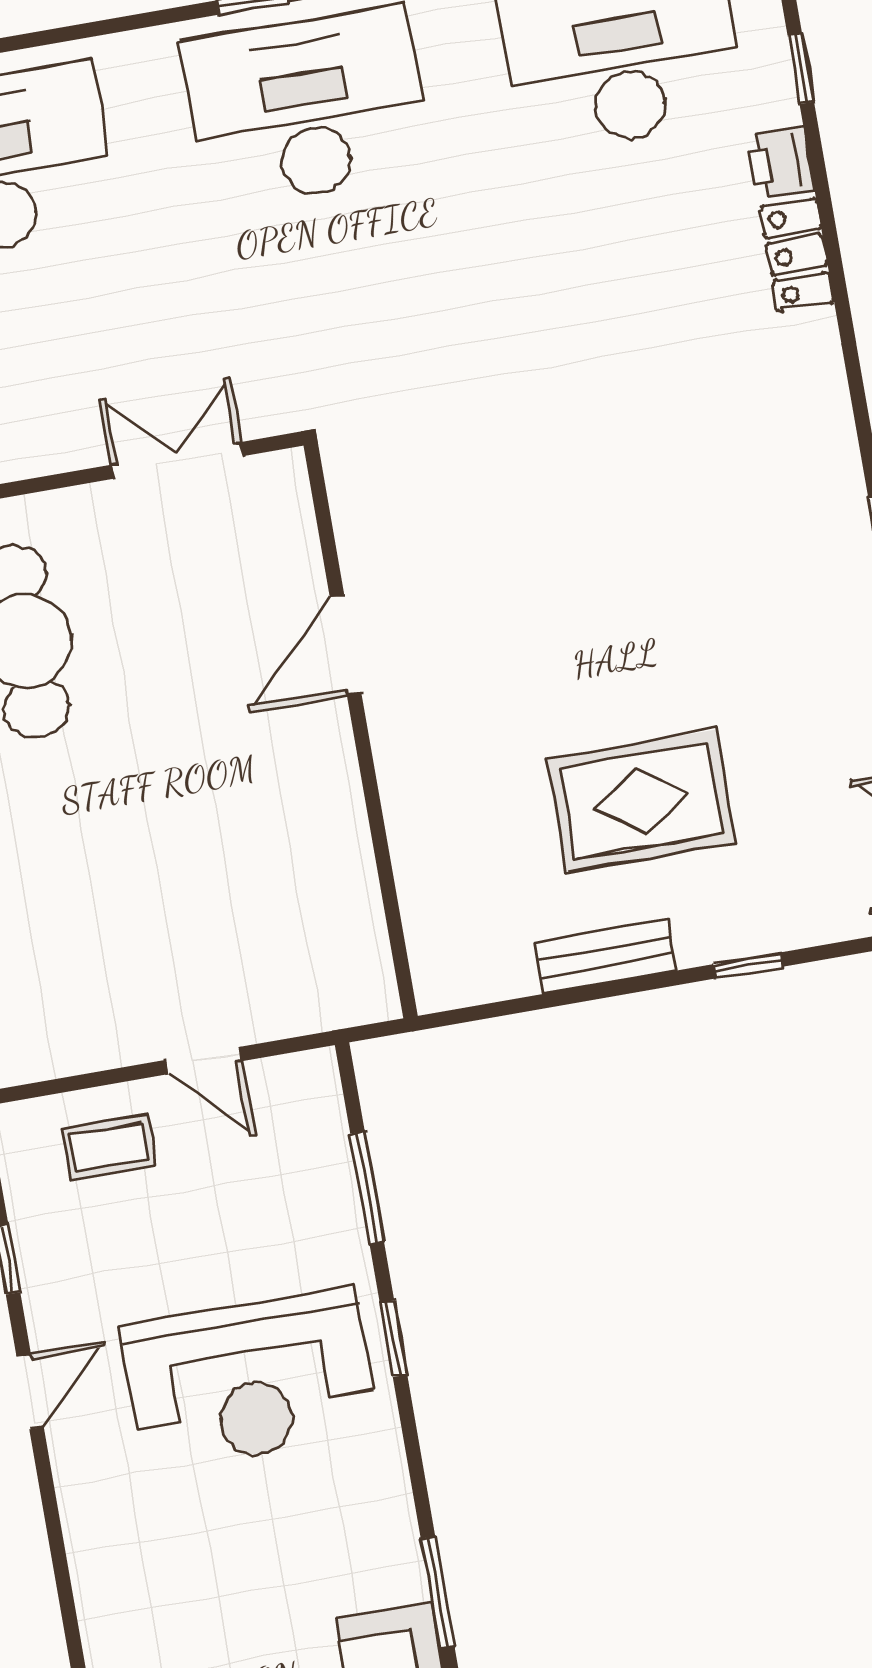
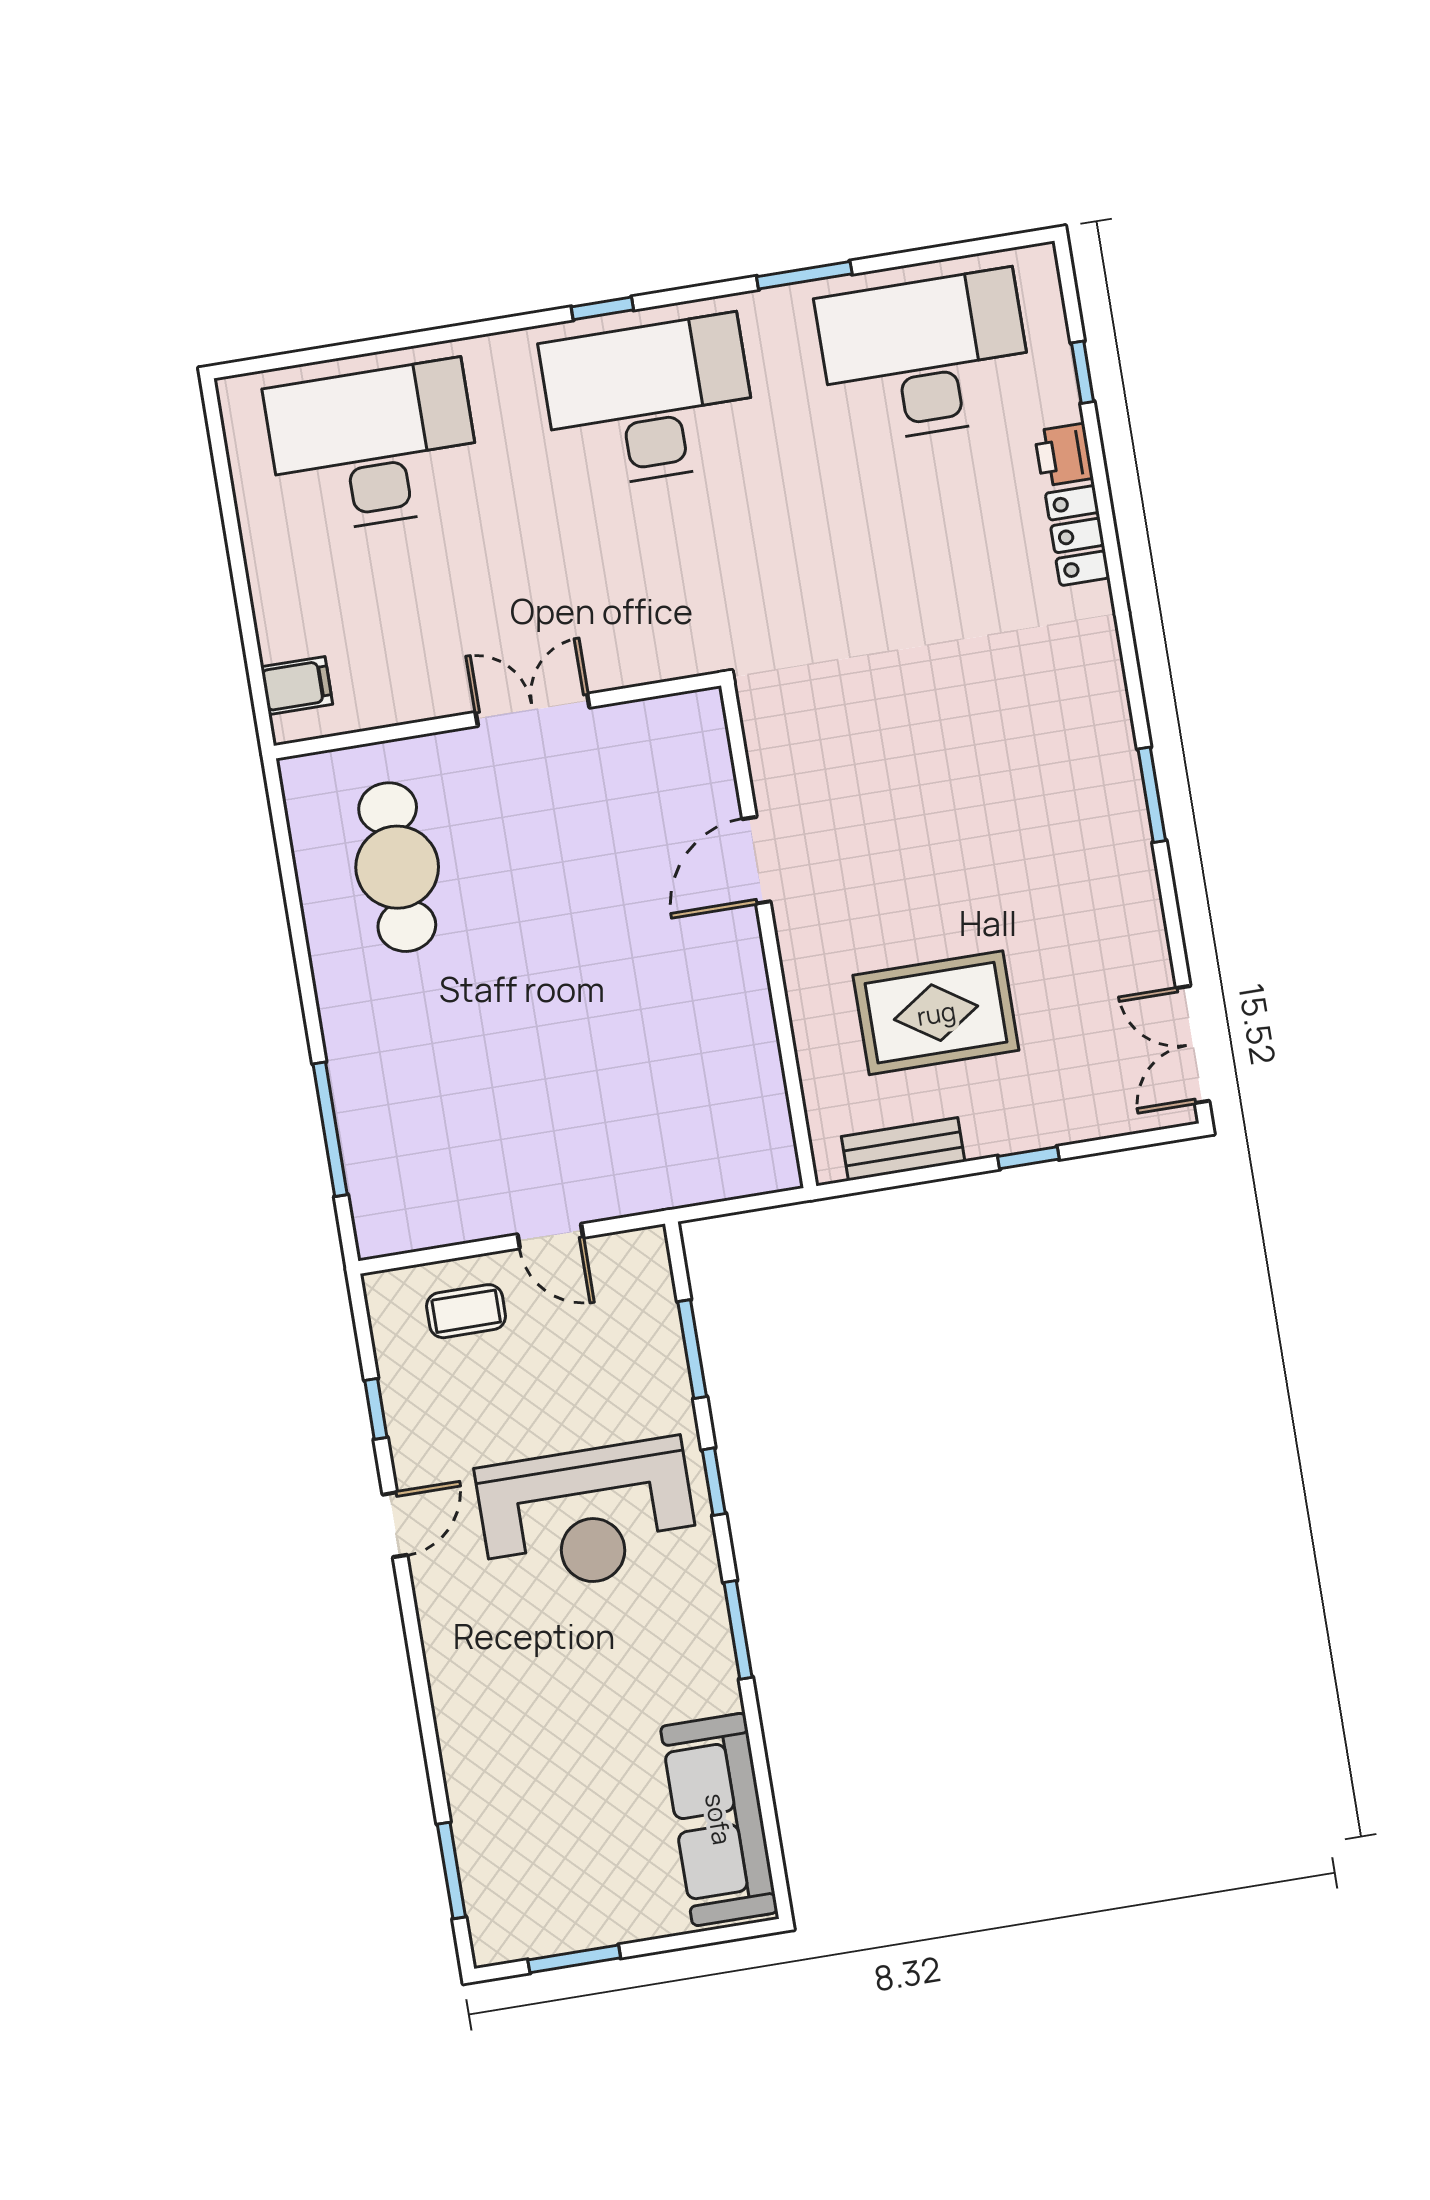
door: (346, 645) -> (756, 860), moved
wall: (361, 731) -> (769, 936), moved
window: (438, 1593) -> (738, 1630), moved

